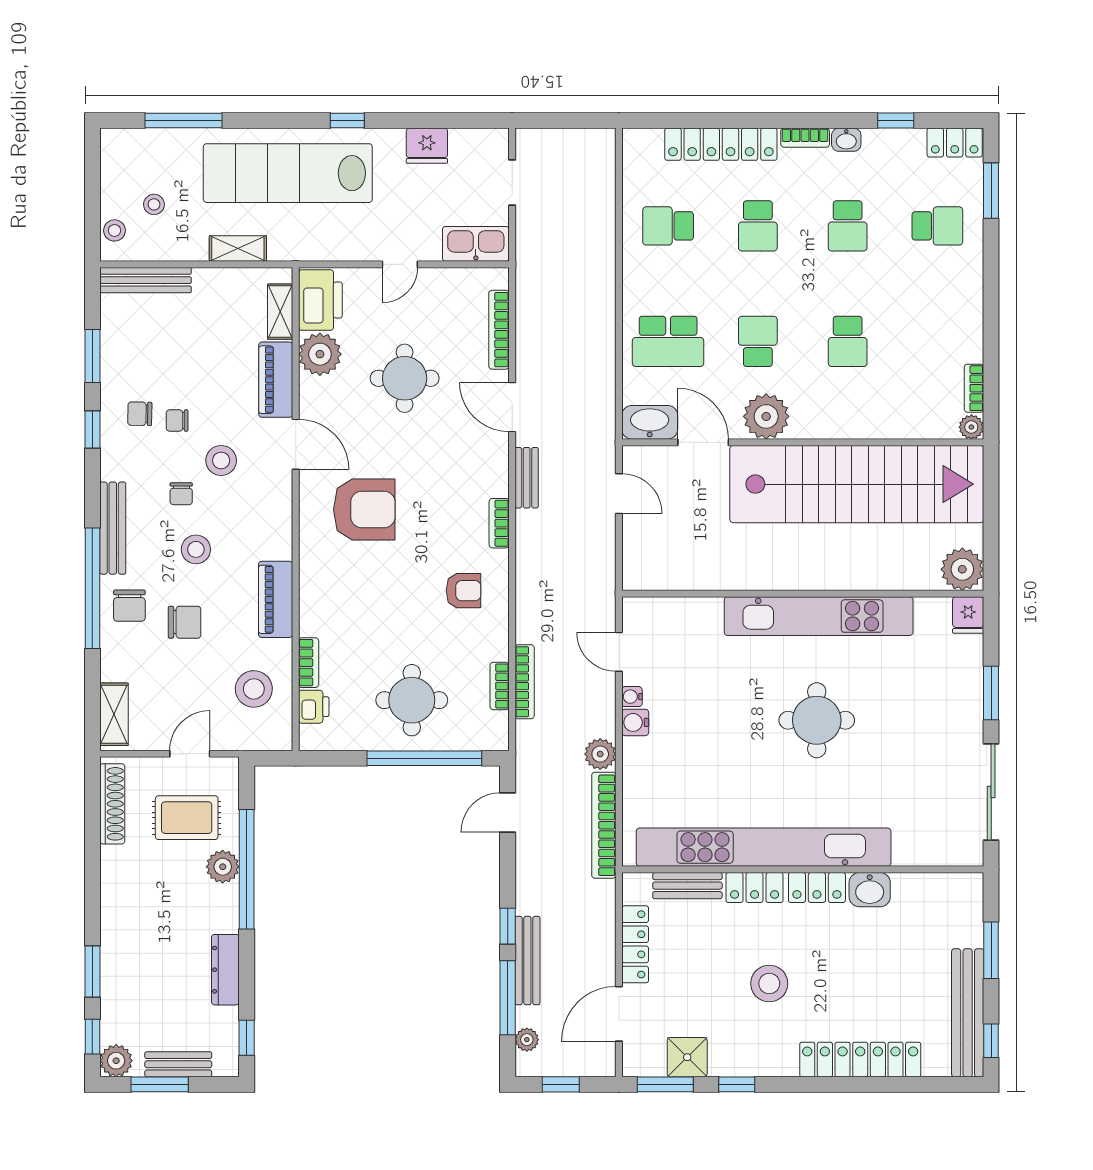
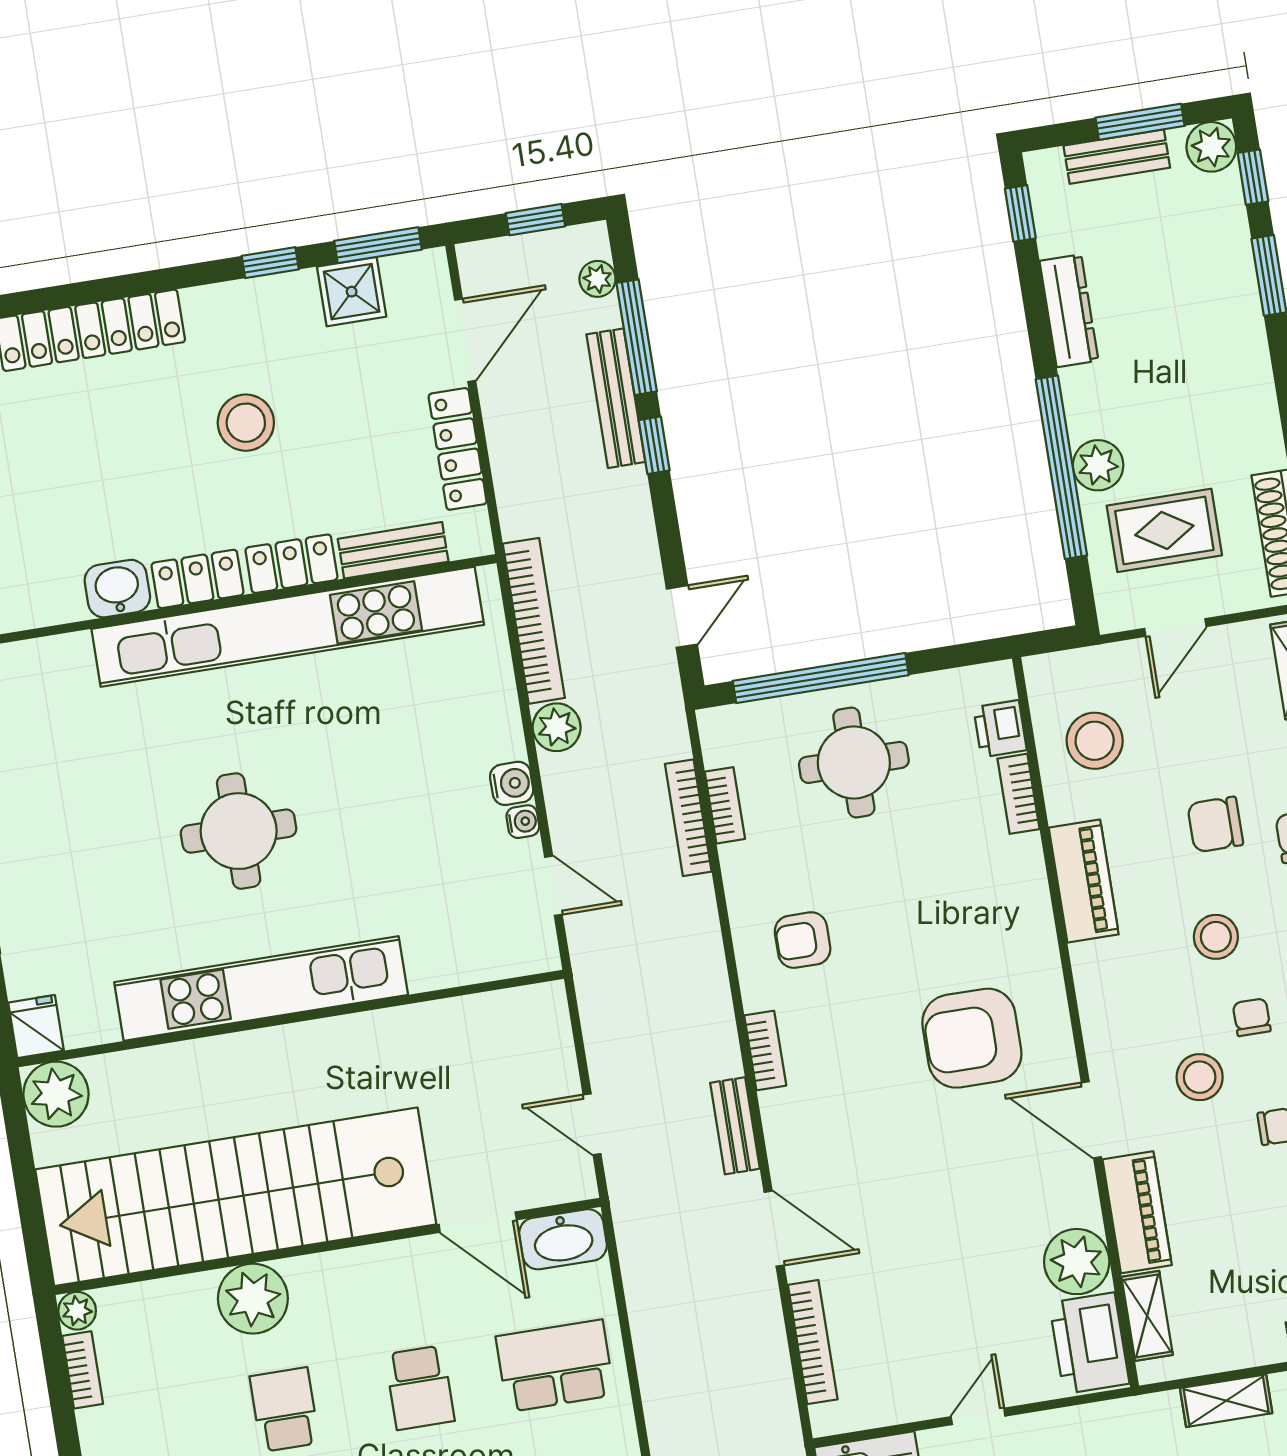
round table: (405, 378) -> (943, 1246), removed
plant: (766, 416) -> (253, 1299), moved

